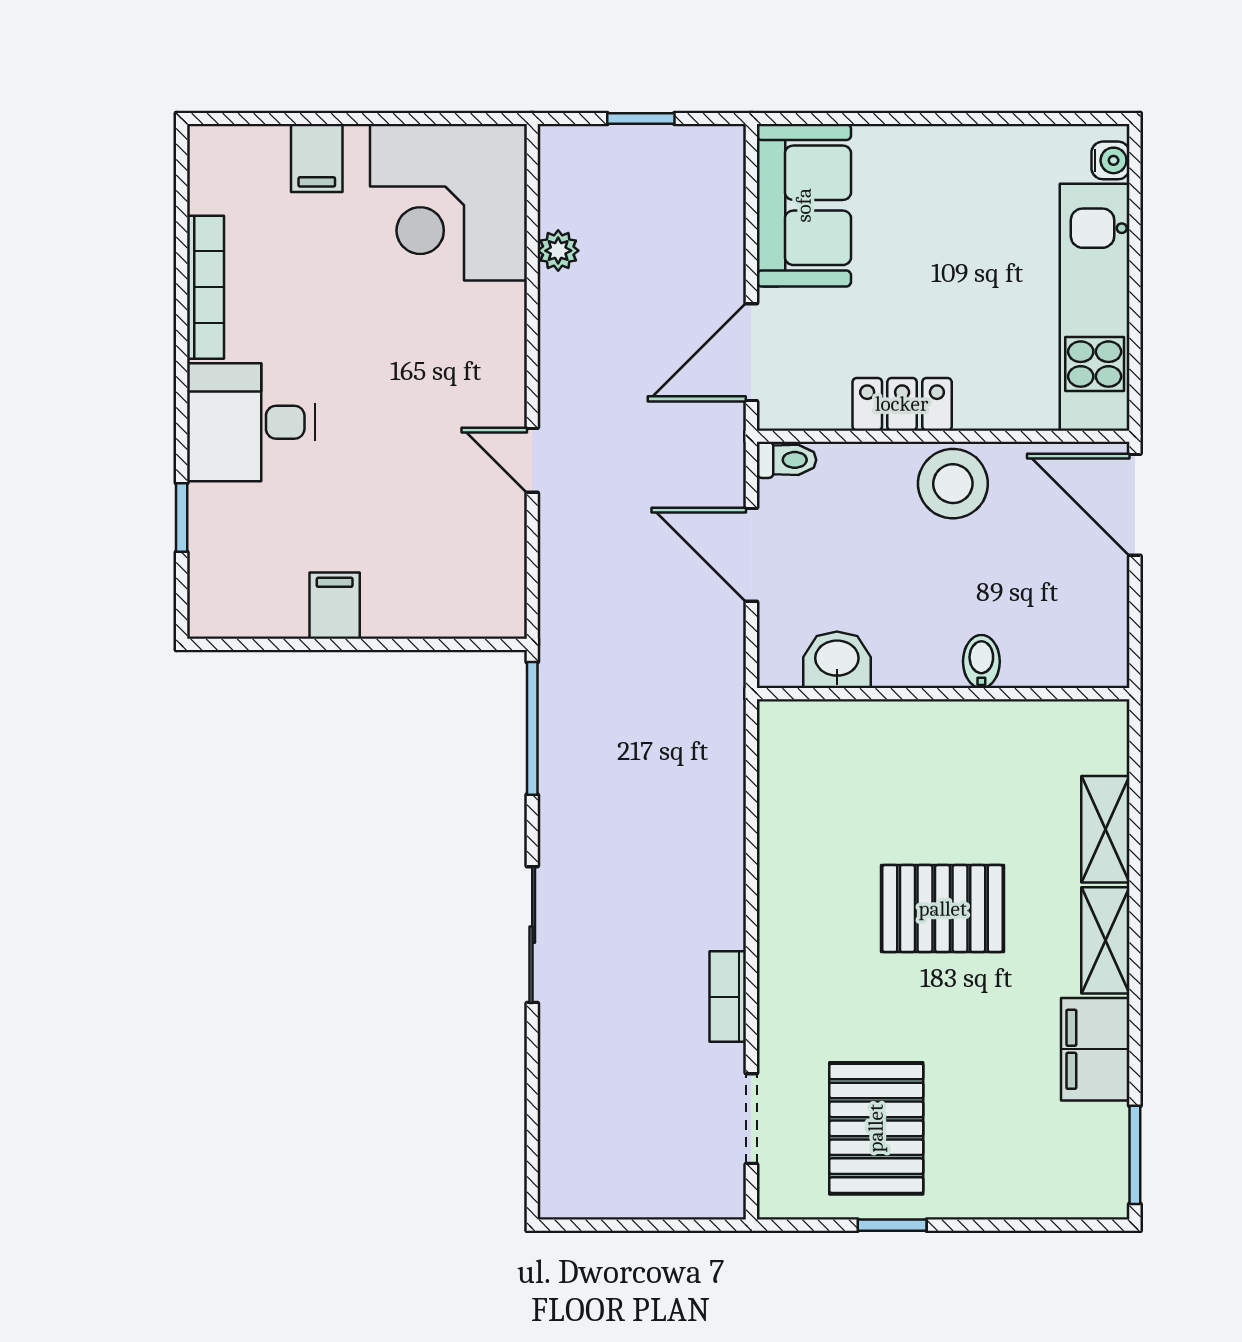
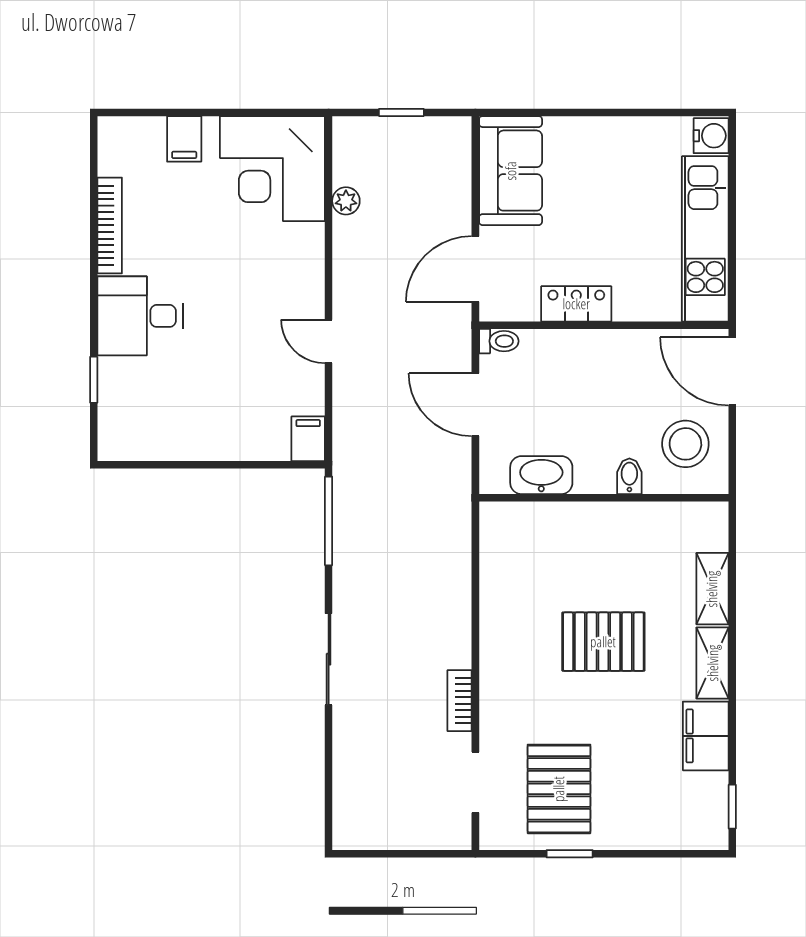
water cooler: (1110, 160) -> (711, 136), width x1.38, depth x1.38
stool: (953, 484) -> (685, 444), moved
filing cabinet: (335, 606) -> (308, 439), moved
washbasin: (837, 660) -> (541, 475), width x1.38
window: (1135, 1155) -> (732, 807), width x0.67

